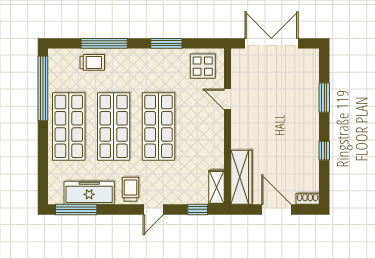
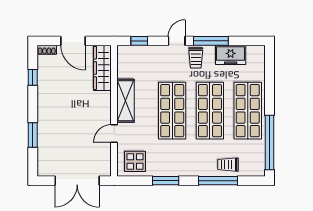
door: (228, 99) -> (114, 133), swing flipped
window: (324, 151) -> (33, 77), moved
shelving: (217, 187) -> (126, 101), moved, width x1.50, depth x1.33
freezer: (89, 193) -> (231, 55), width x0.71
window: (76, 209) -> (211, 41), moved

